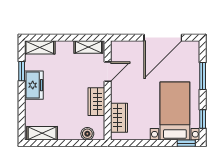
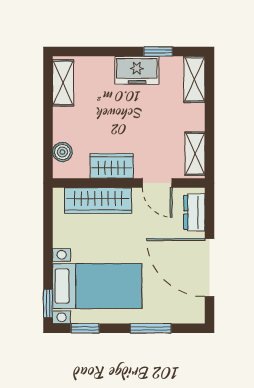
dresser: (127, 47) -> (194, 212), added
wardrobe: (119, 118) -> (98, 201), width x1.50

